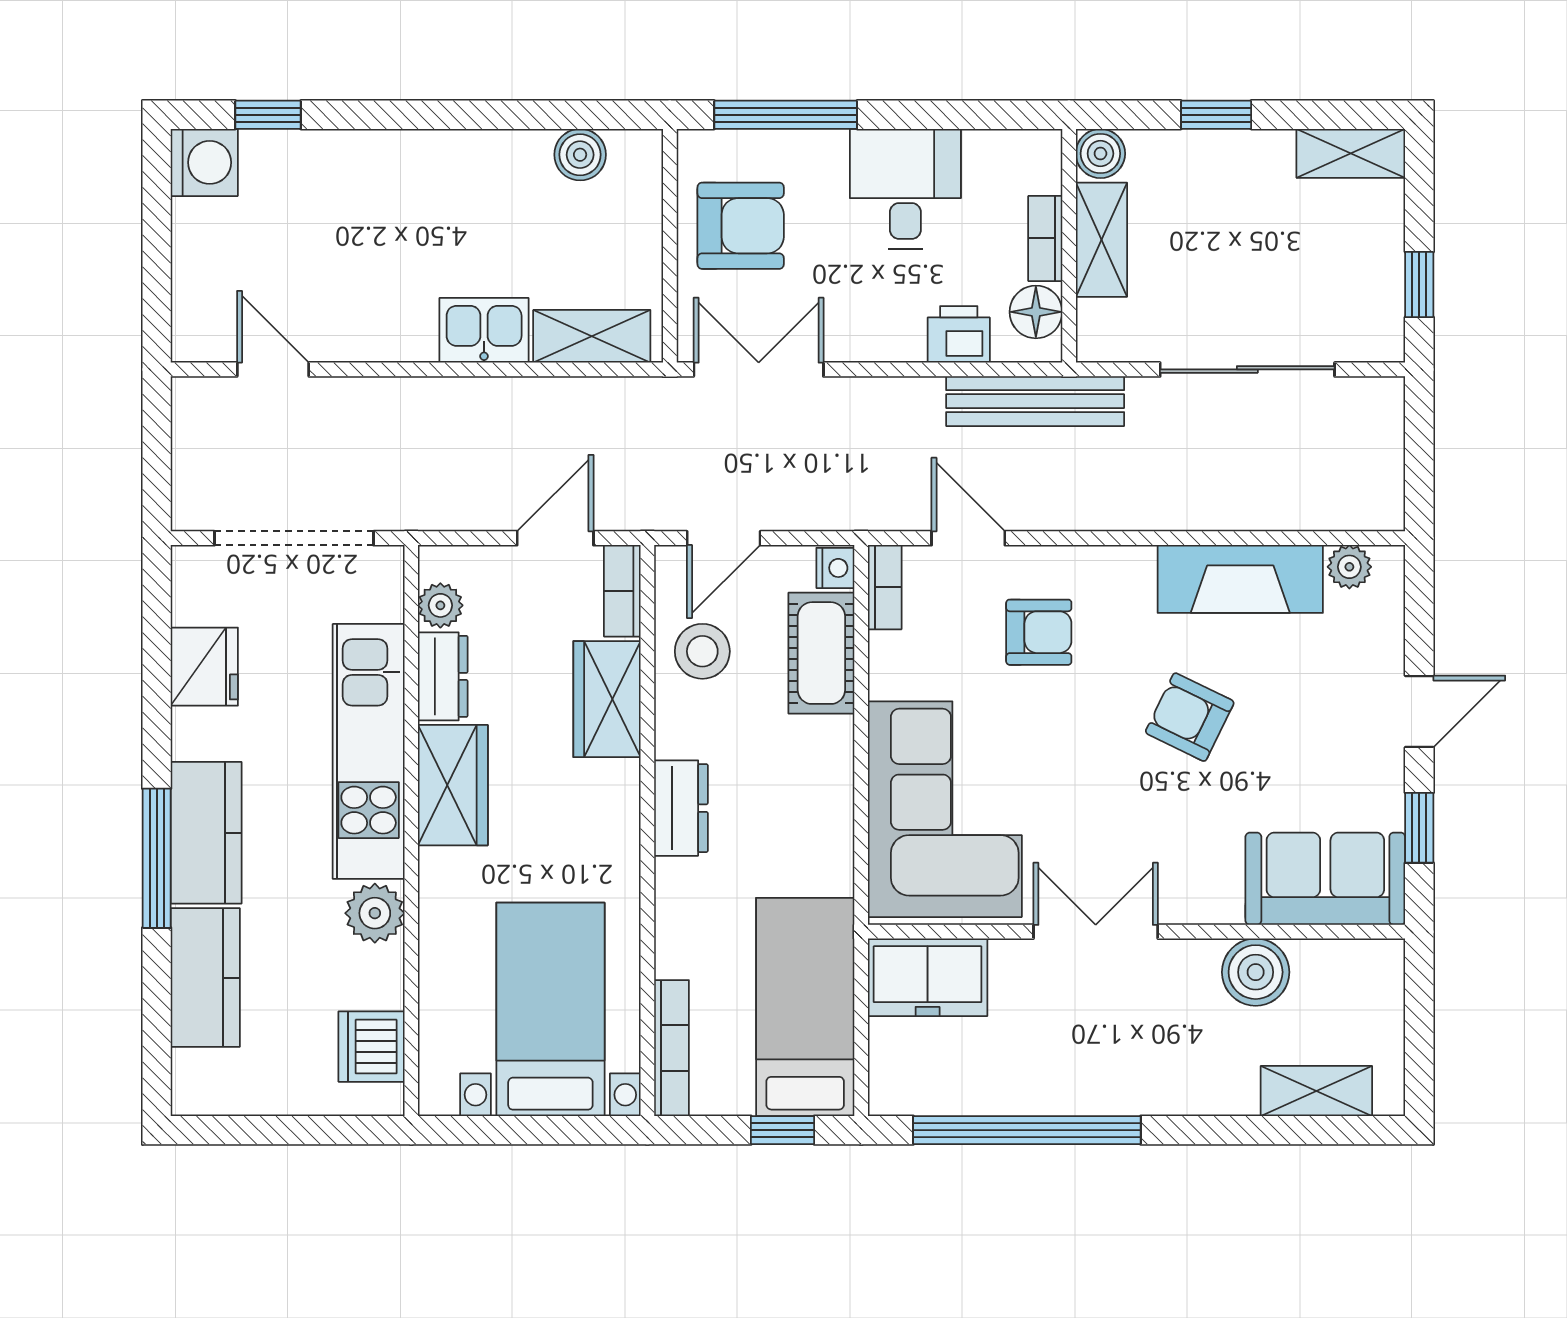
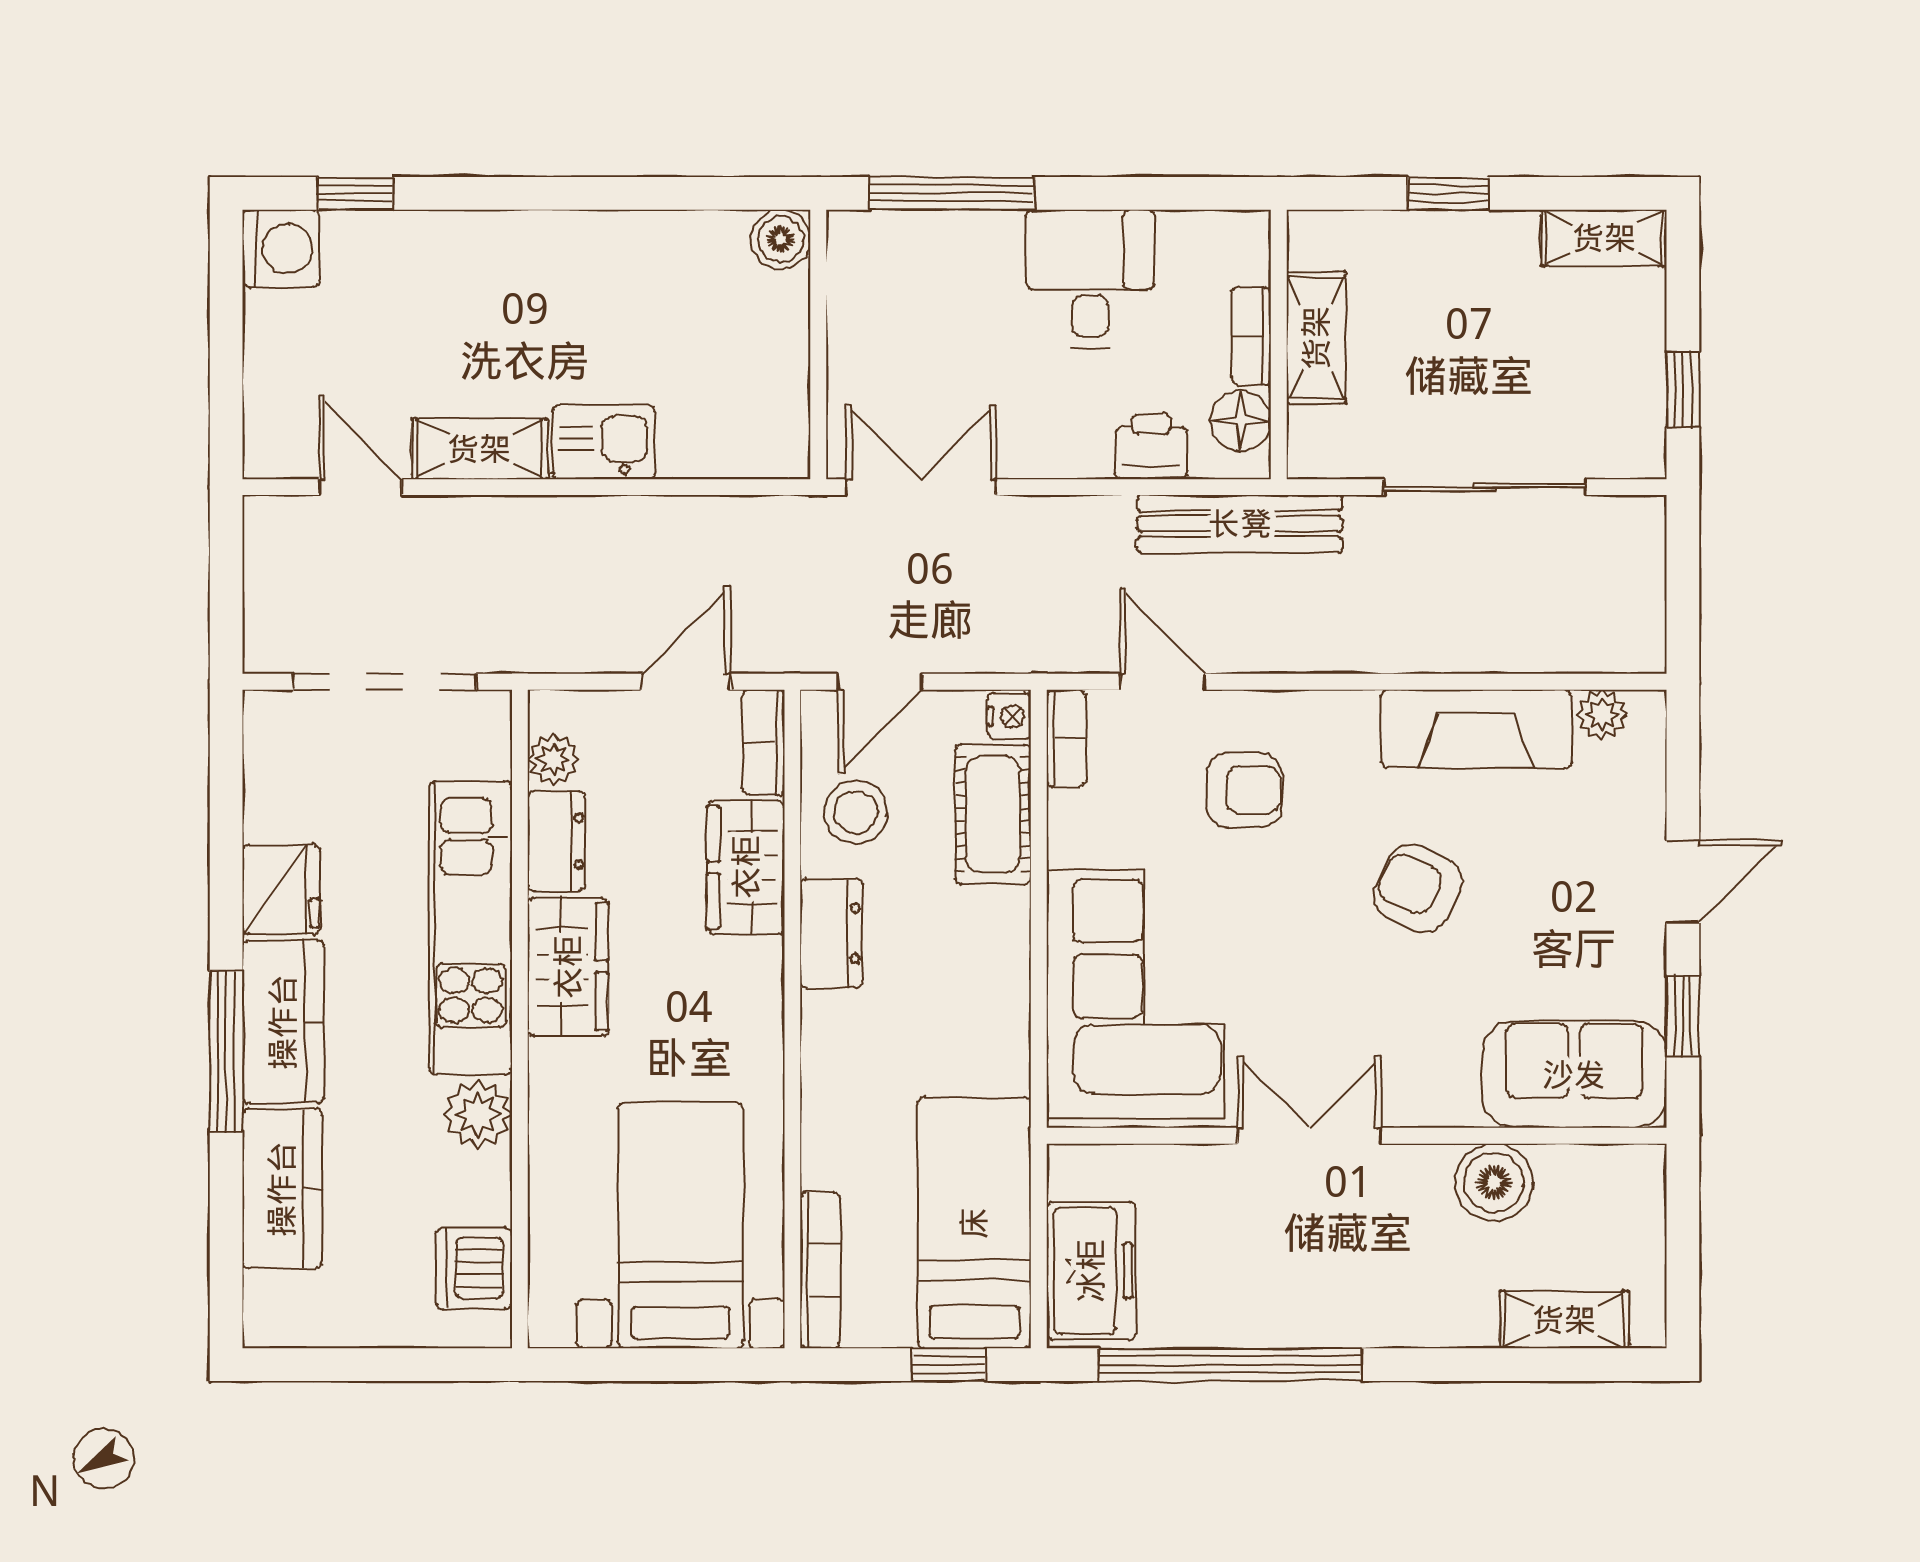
boiler: (1100, 154) -> (1315, 238), removed
boiler: (580, 155) -> (781, 239), moved
armchair: (741, 226) -> (900, 321), removed
shelving: (592, 336) -> (479, 449), moved
fridge: (204, 667) -> (281, 890), moved
dresser: (681, 808) -> (831, 933), moved
freezer: (928, 977) -> (1091, 1271), moved, turned -90

